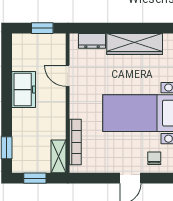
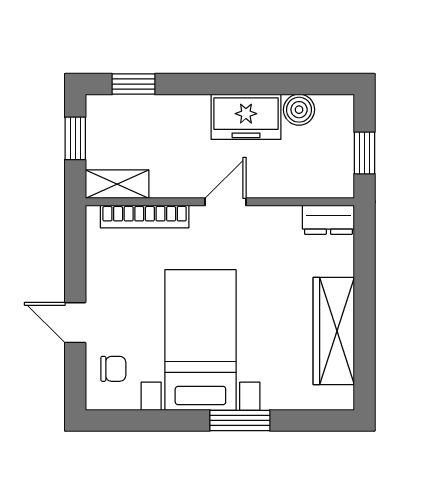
dresser: (92, 41) -> (328, 220), moved, turned -90
boiler: (20, 62) -> (299, 110), added
door: (68, 76) -> (225, 202), moved

